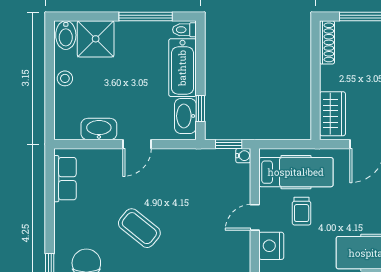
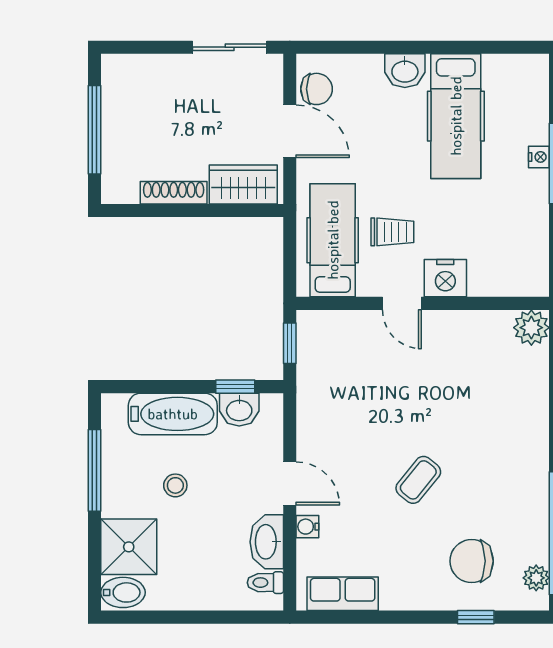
toilet: (184, 30) -> (265, 583), moved, turned 90
shoe rack: (327, 42) -> (174, 193), moved
stool: (65, 78) -> (175, 485), moved
washbasin: (185, 116) -> (239, 410), width x0.72
water cooler: (243, 156) -> (307, 527), moved, turned -90
coffee table: (139, 228) -> (418, 480), width x0.73, depth x0.77

